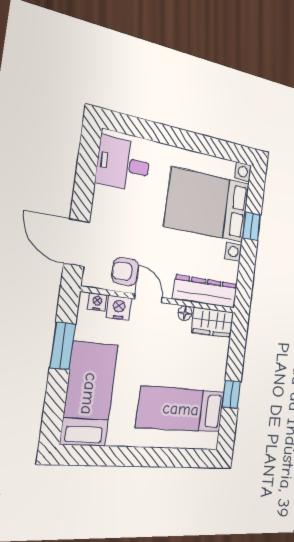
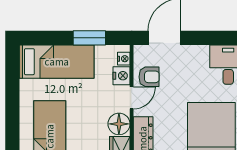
armchair: (125, 271) -> (149, 77), turned 90
floor lamp: (185, 313) -> (119, 124), width x1.89, depth x1.89

